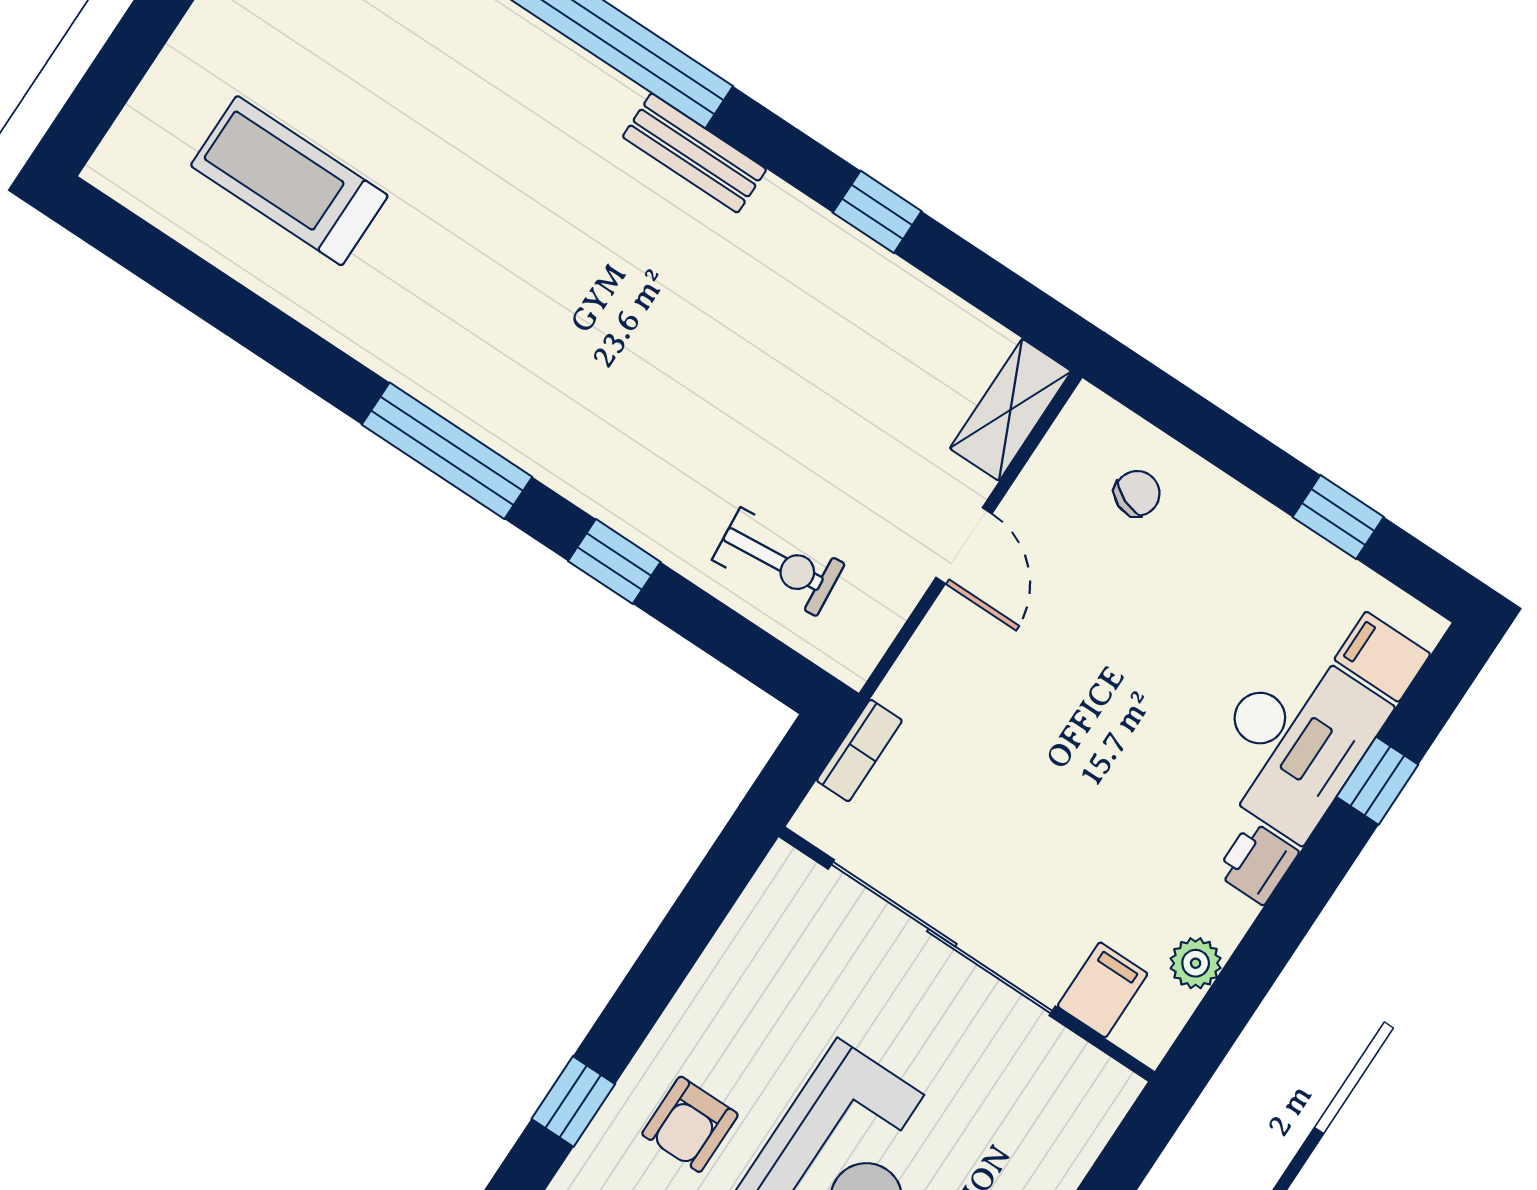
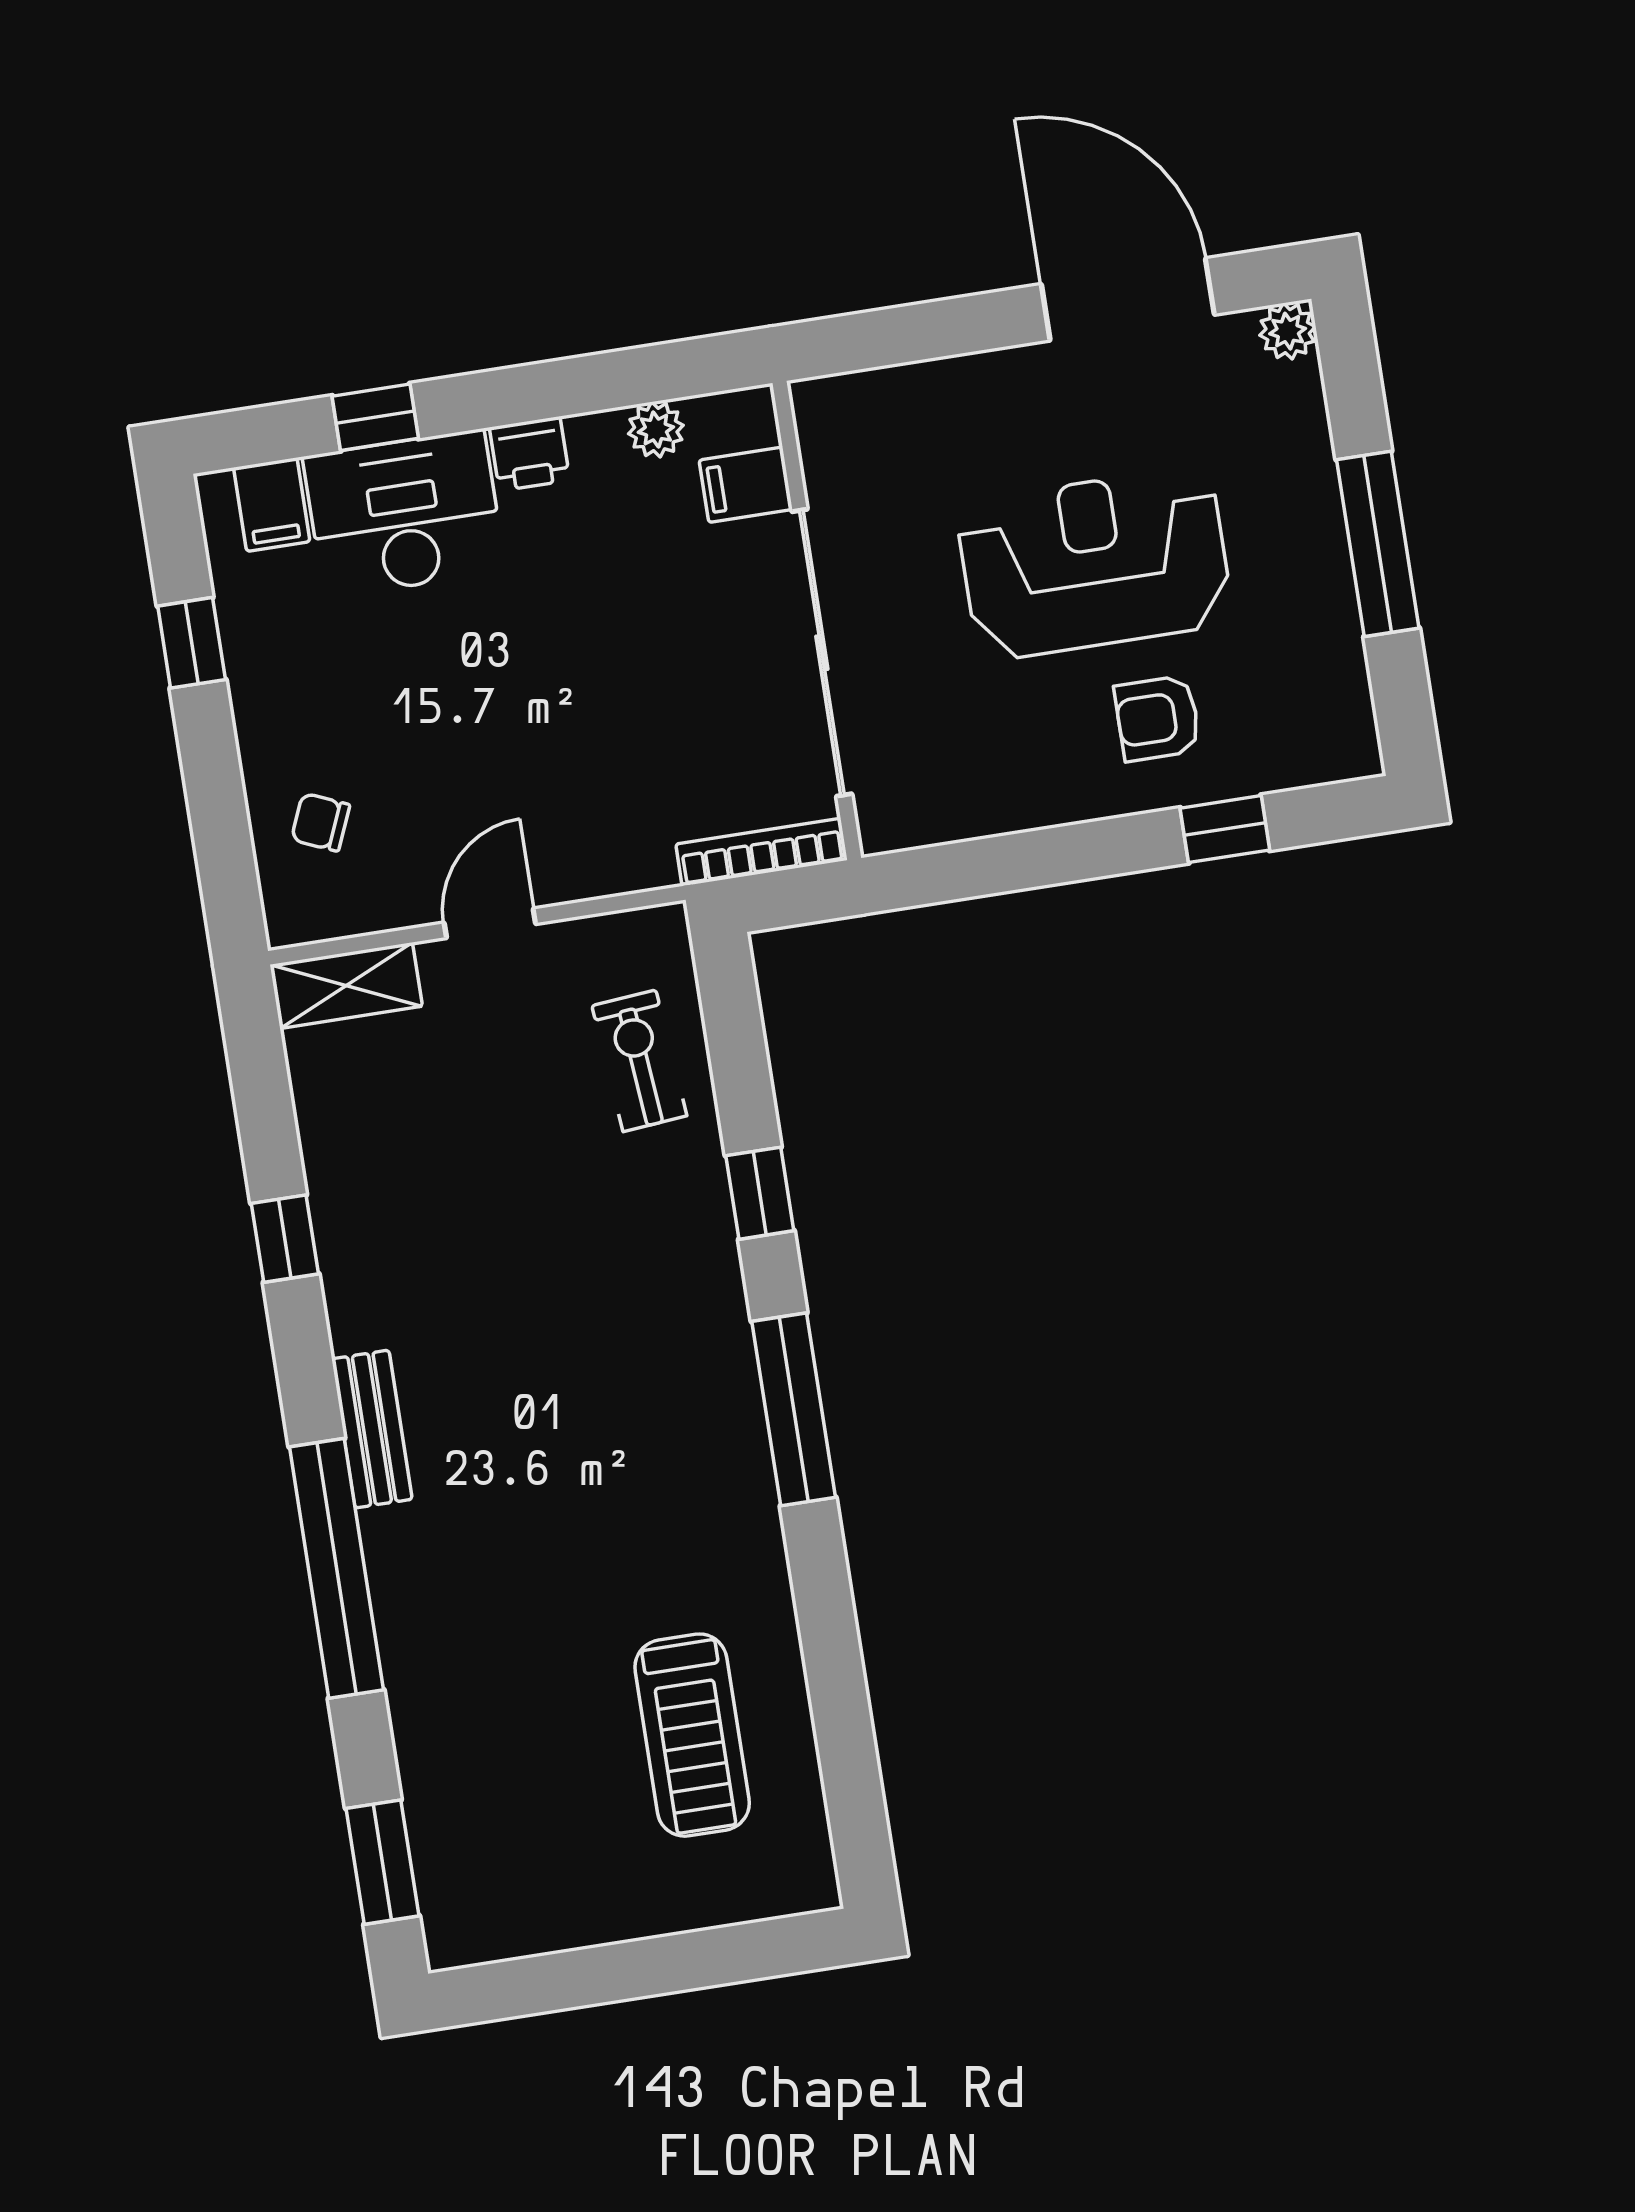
bookcase: (859, 751) -> (762, 852), width x1.56
armchair: (690, 1124) -> (1157, 718), turned 180

